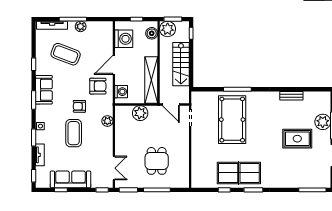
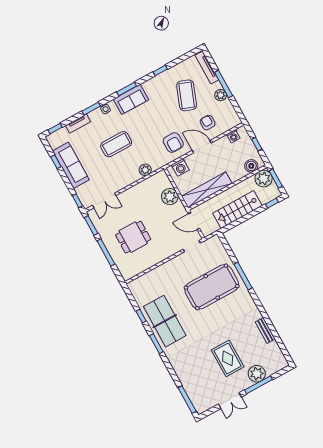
washing machine: (124, 39) -> (233, 136), width x0.53, depth x0.53
sofa: (44, 90) -> (131, 99), moved
door: (171, 105) -> (194, 221), hinge flipped
armchair: (79, 106) -> (208, 123), moved

